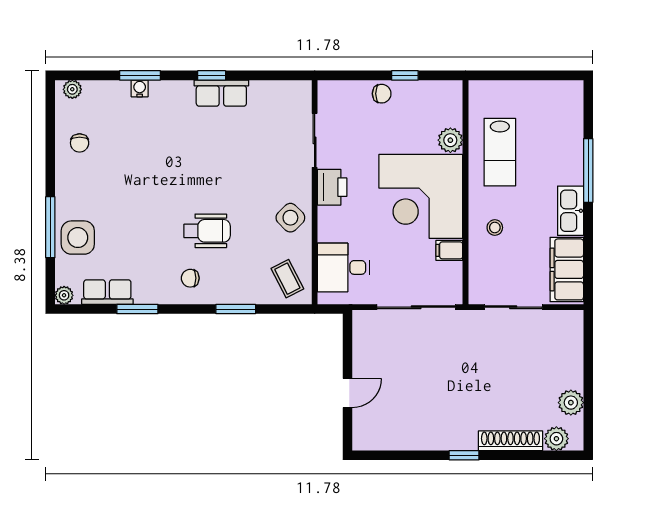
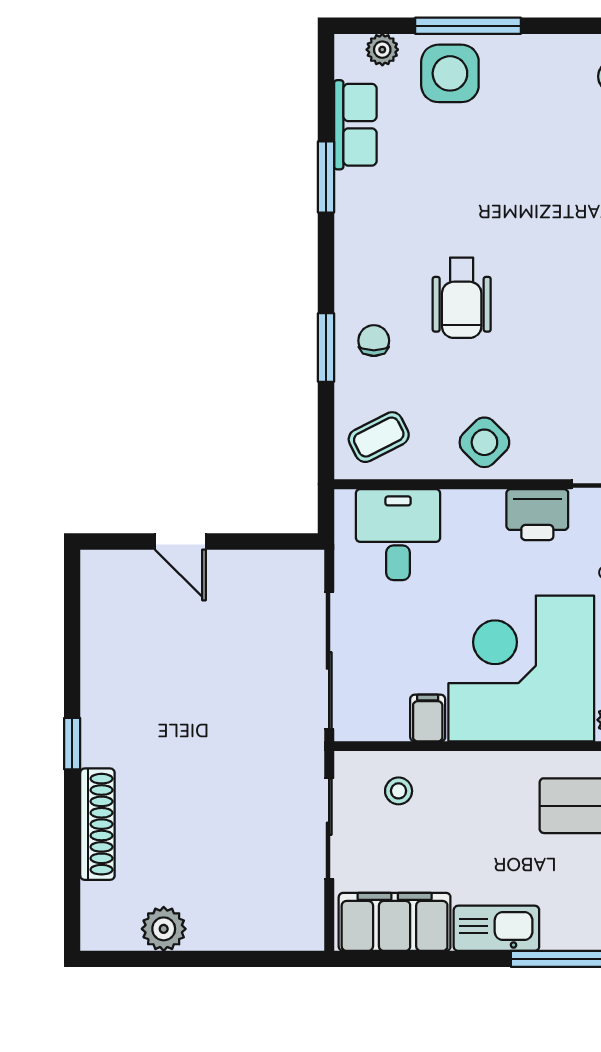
stool: (495, 228) -> (399, 791), moved
chair: (190, 278) -> (374, 341), moved
plant: (64, 295) -> (382, 50), moved
plant: (556, 439) -> (101, 904), removed

